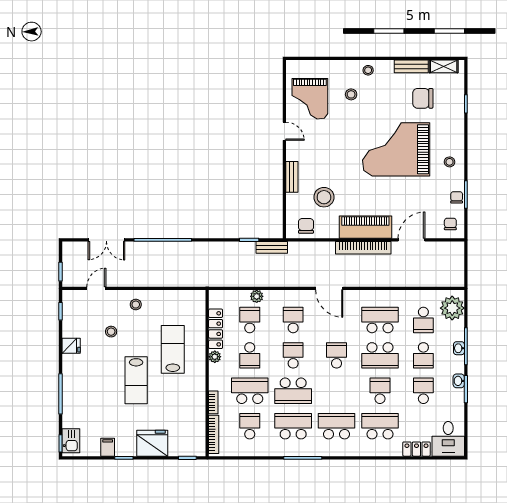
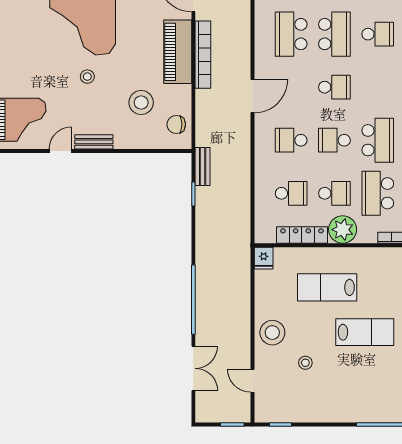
stool: (351, 94) -> (87, 77), moved
bench: (292, 177) -> (94, 142), moved
plant: (257, 296) -> (262, 185), removed
stool: (136, 305) -> (272, 333), width x1.89, depth x1.89
school desk: (250, 320) -> (291, 193), turned 180
fridge: (71, 346) -> (264, 258), moved, turned 180
school desk: (337, 355) -> (334, 87), turned 180
plant: (215, 357) -> (343, 230), width x1.87, depth x1.87
school desk: (380, 391) -> (378, 34), turned 180

